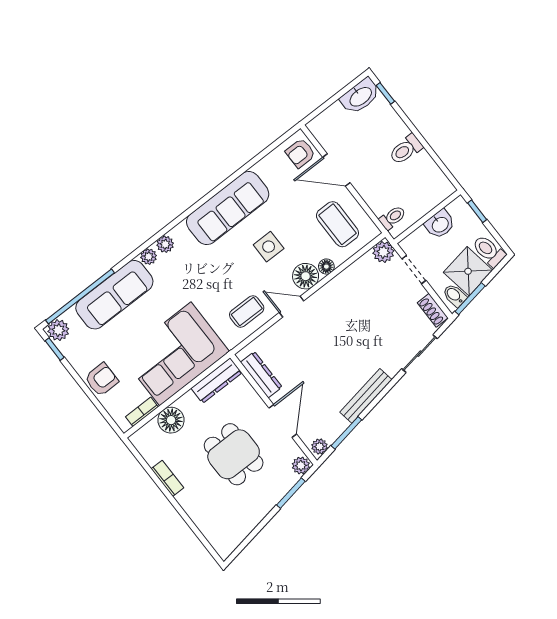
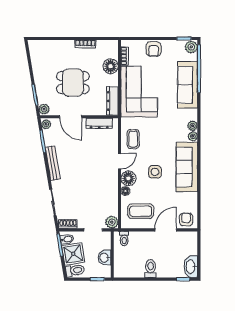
plant: (149, 257) -> (193, 136), moved

